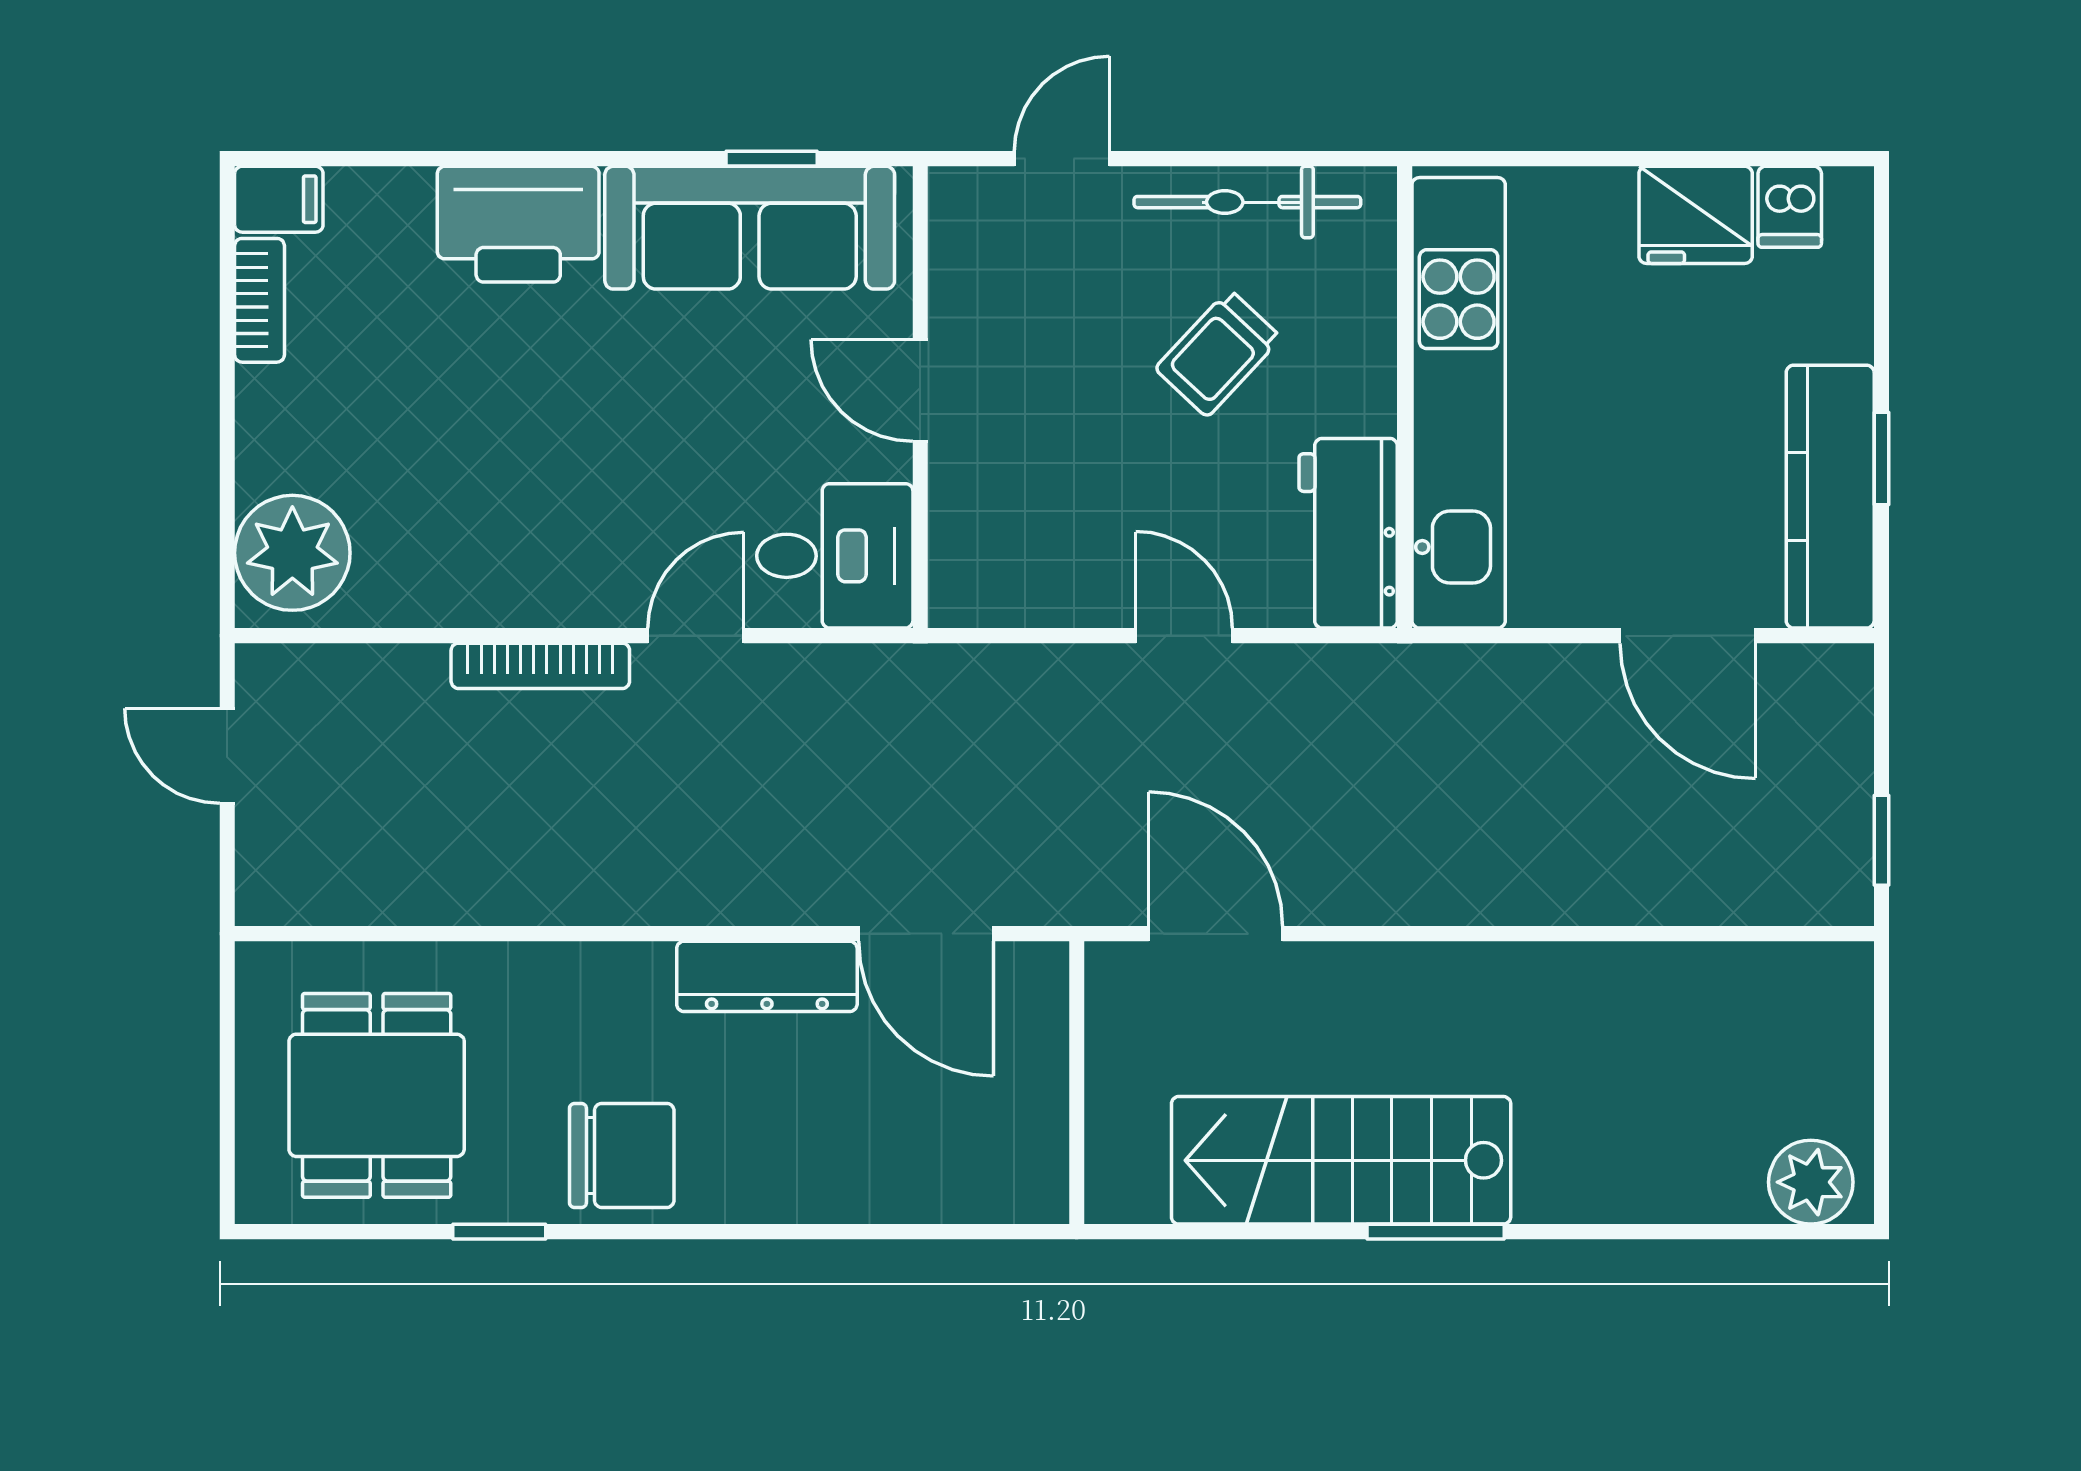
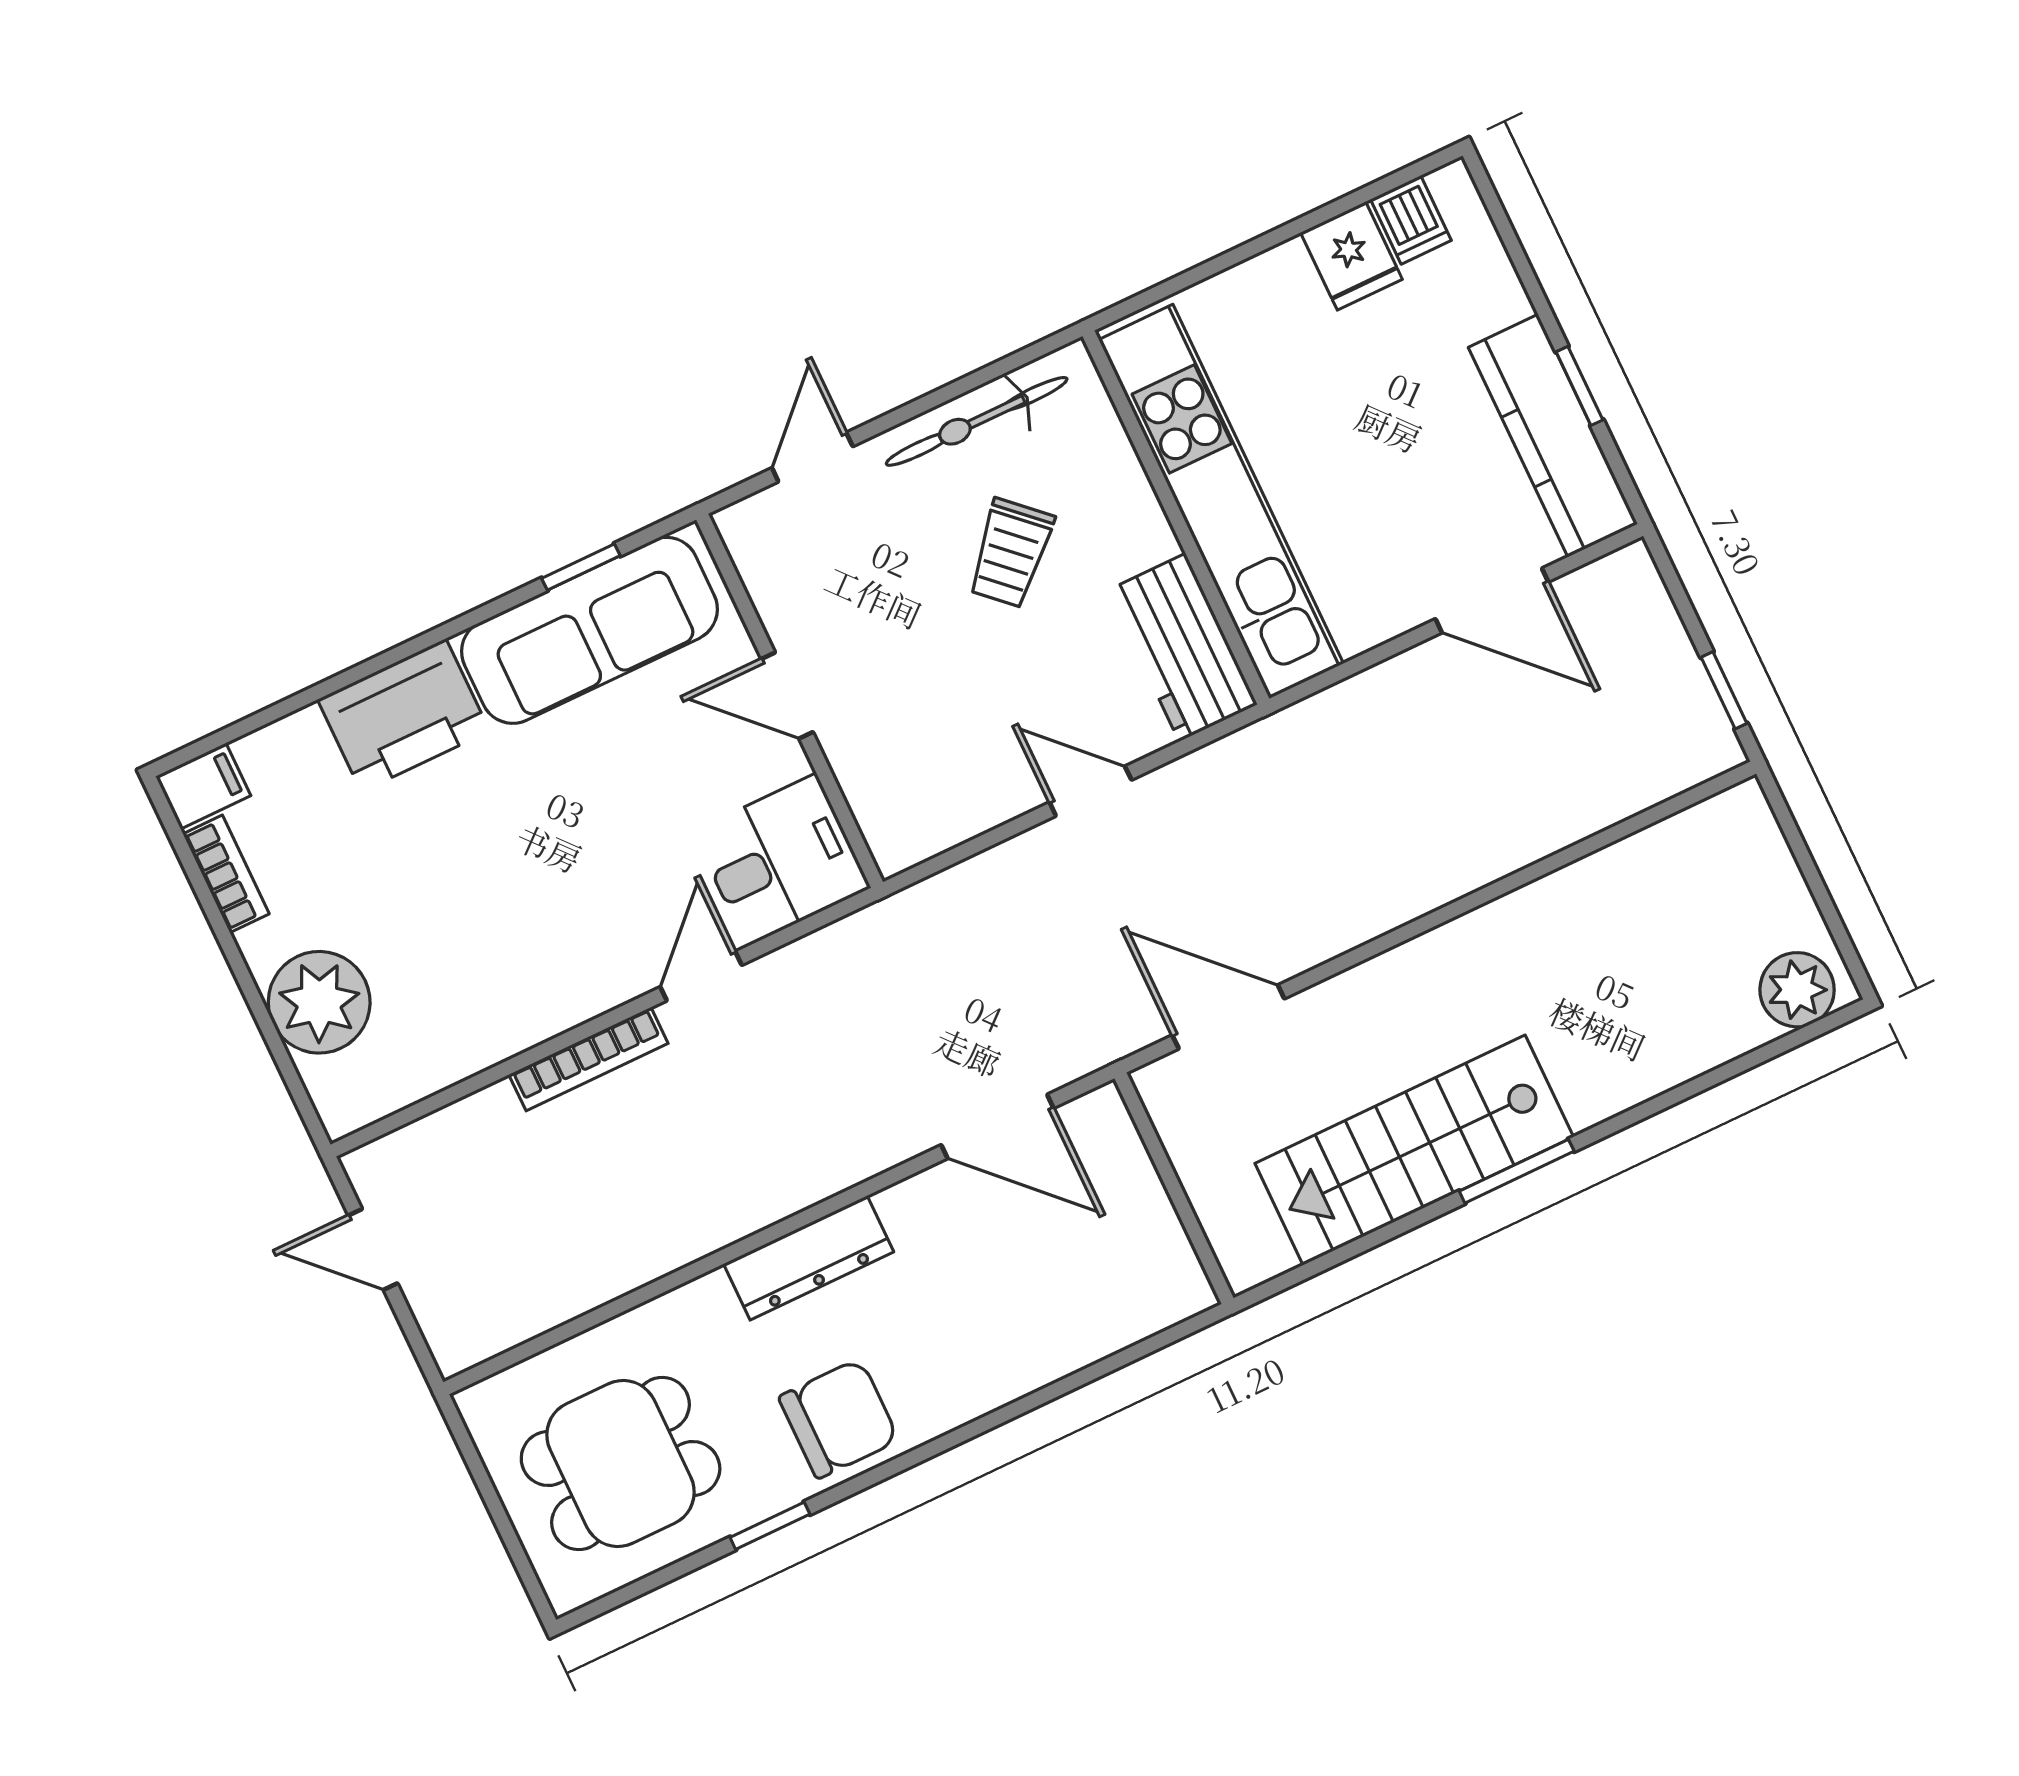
fridge: (1696, 215) -> (1351, 256), width x0.72
plant: (292, 553) -> (319, 1002), moved
dresser: (767, 976) -> (809, 1258), moved
dining table: (377, 1095) -> (621, 1463), turned 90

